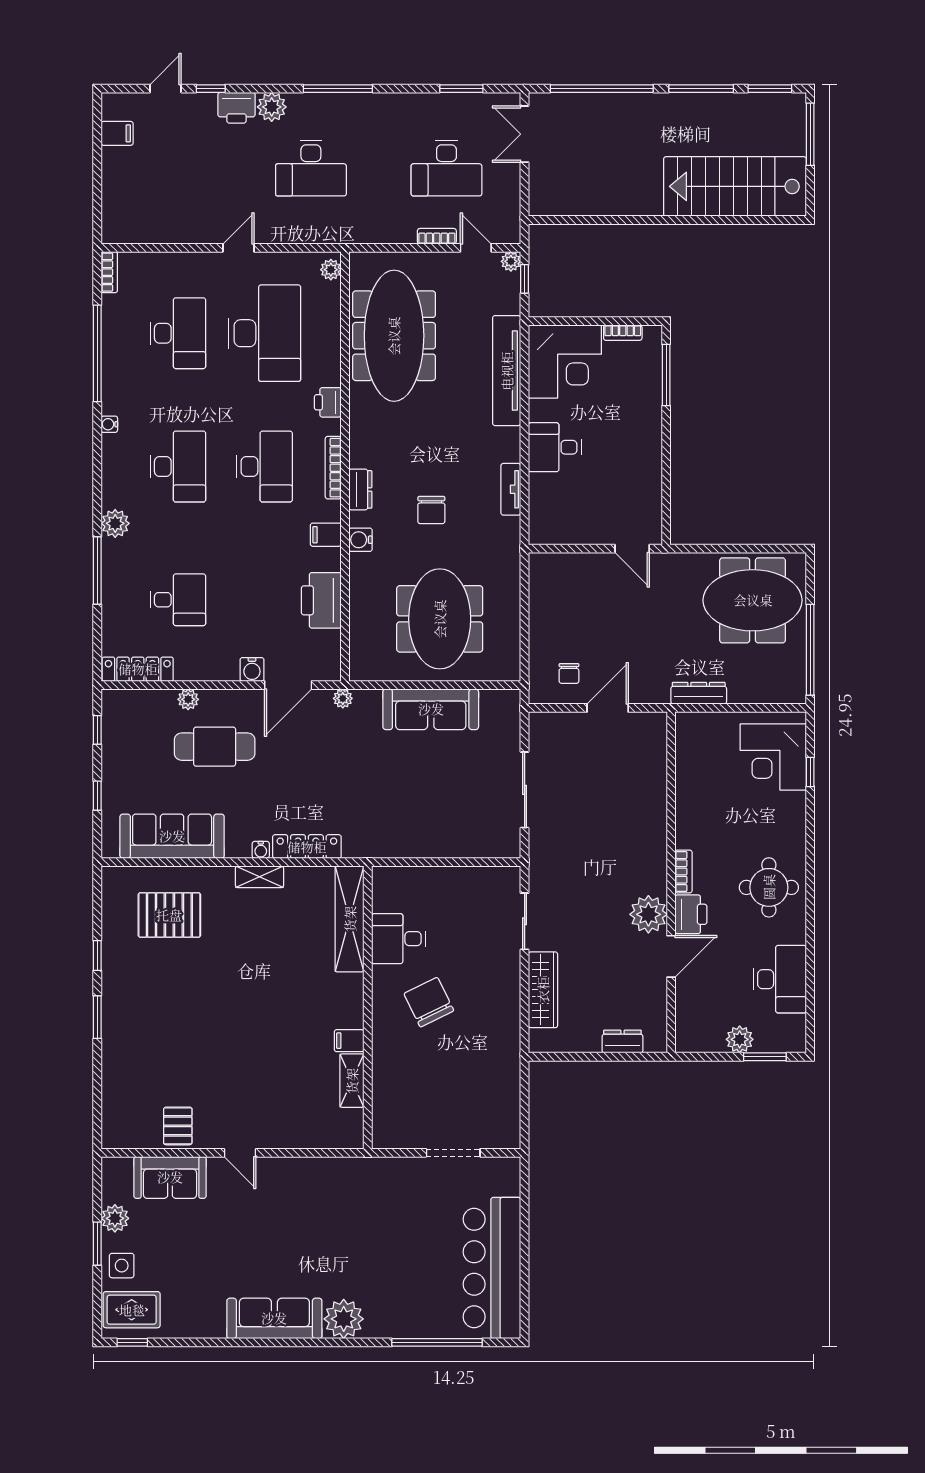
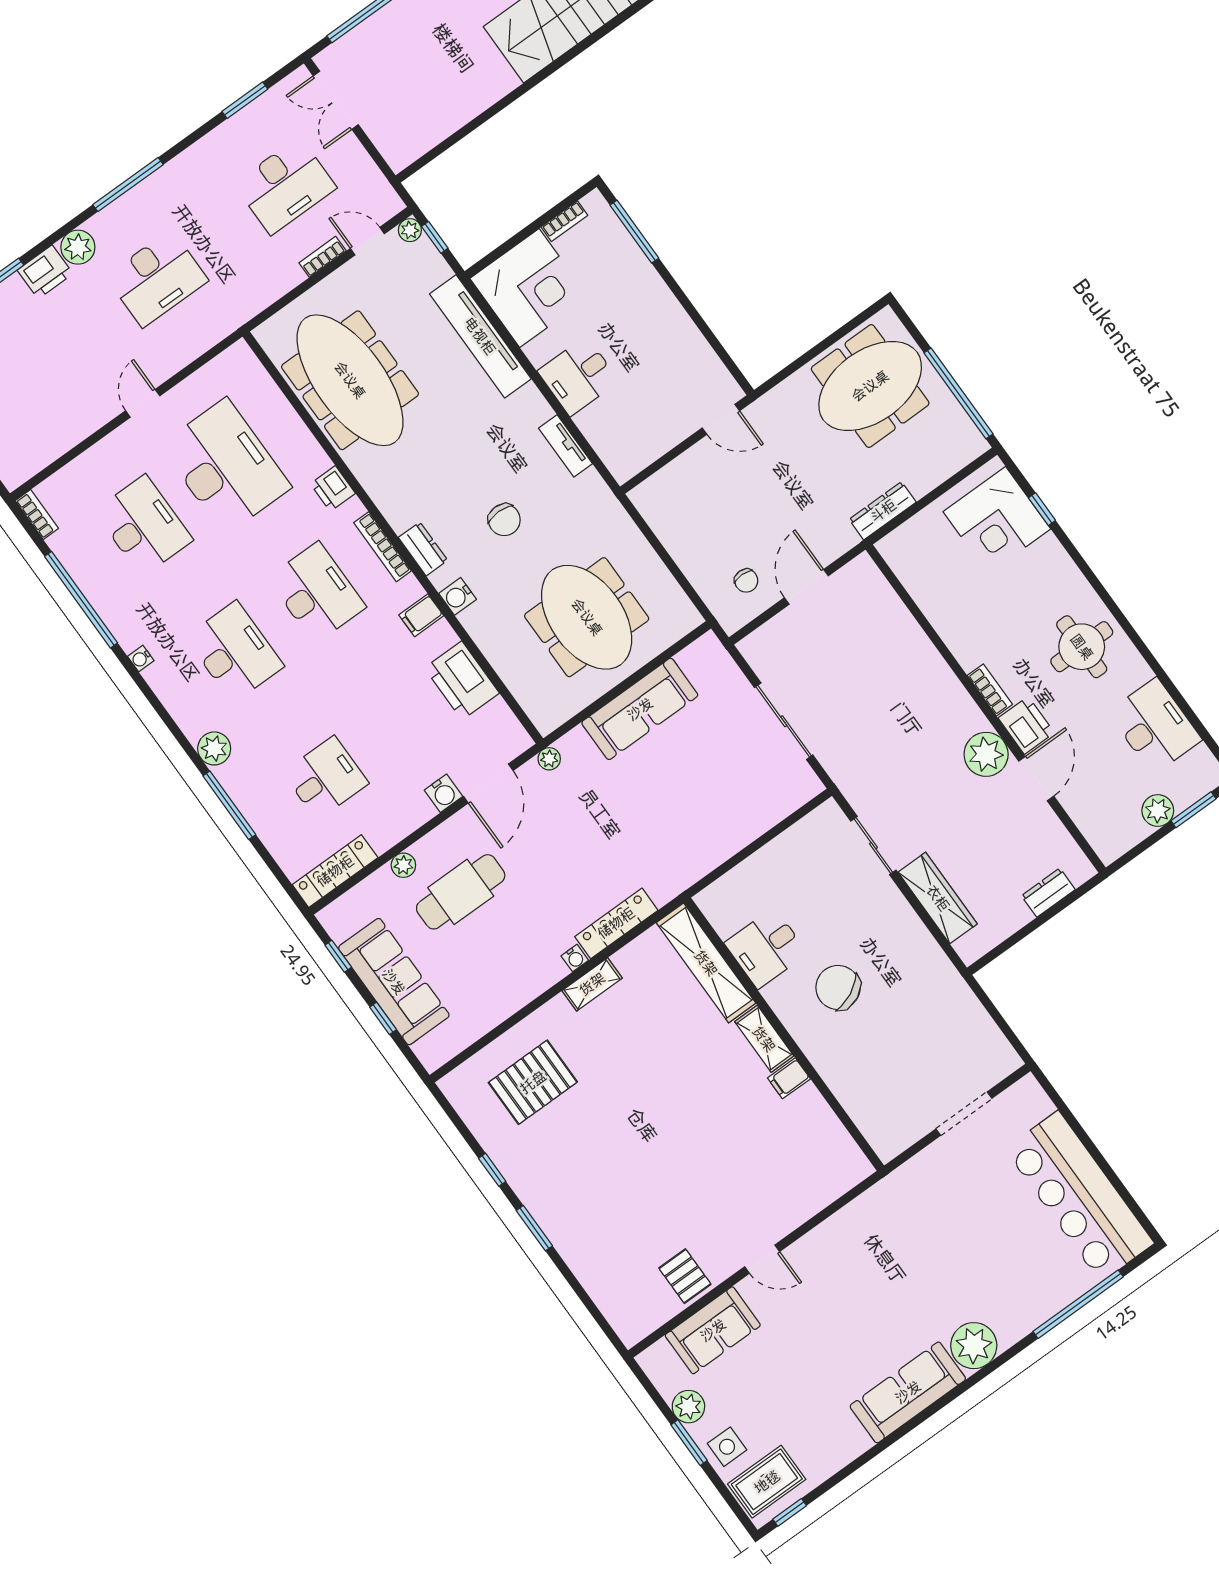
plant: (331, 270) -> (245, 361), removed
sofa: (172, 836) -> (394, 982), moved, turned 90
shelving: (352, 1081) -> (764, 1039), moved

